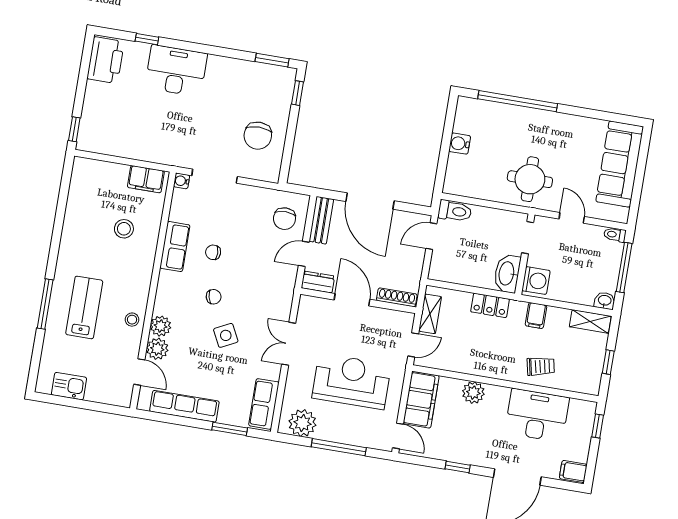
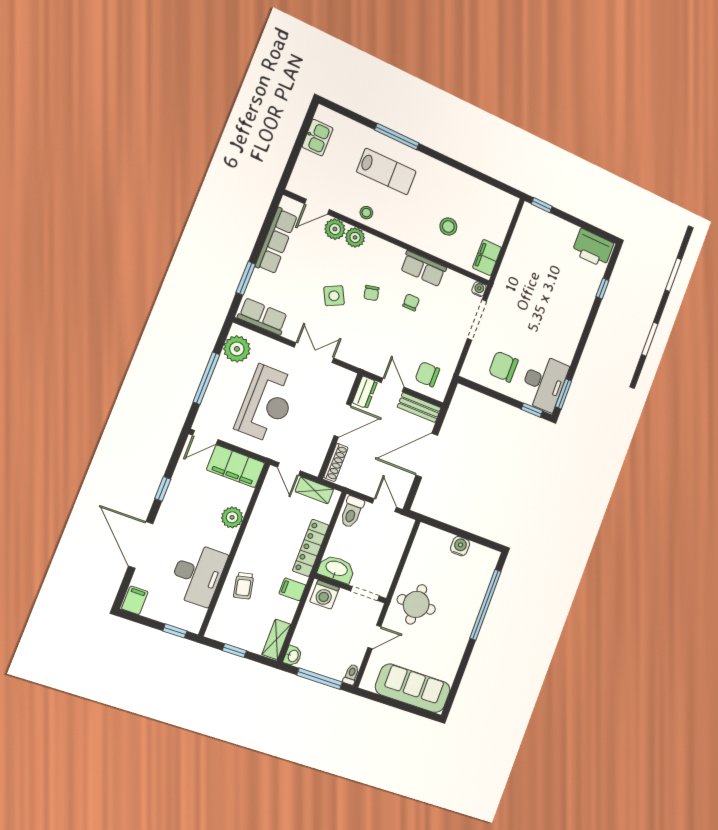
desk: (176, 71) -> (544, 383), moved
toilet: (455, 211) -> (352, 512), moved
locker: (490, 305) -> (311, 548), width x1.53

